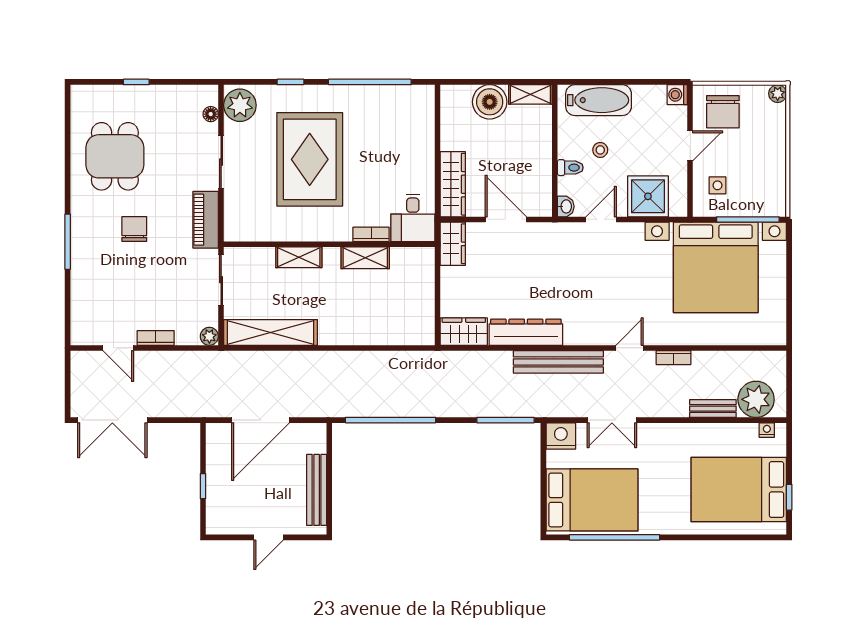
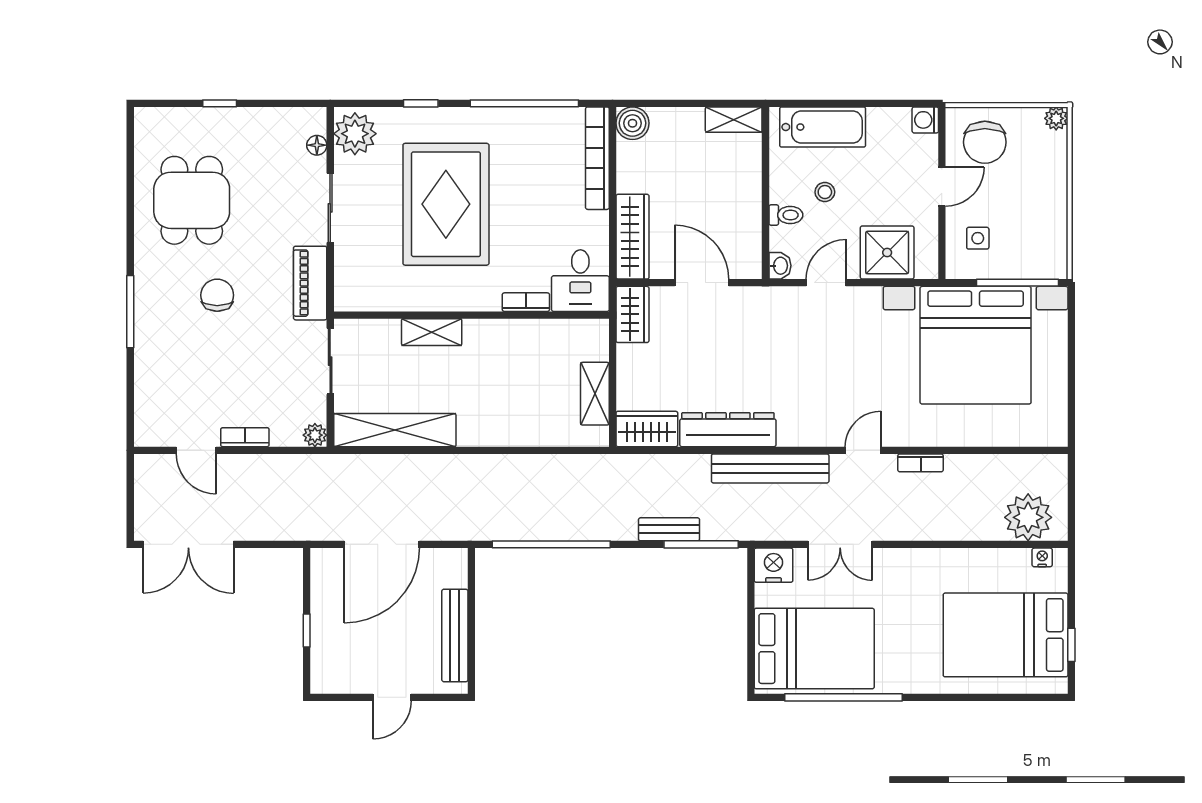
boiler: (490, 102) -> (632, 123), moved, width x0.73, depth x0.73
bookcase: (426, 124) -> (597, 158), added
shelving: (365, 258) -> (595, 394), moved, turned 90
bench: (713, 409) -> (669, 529), moved

